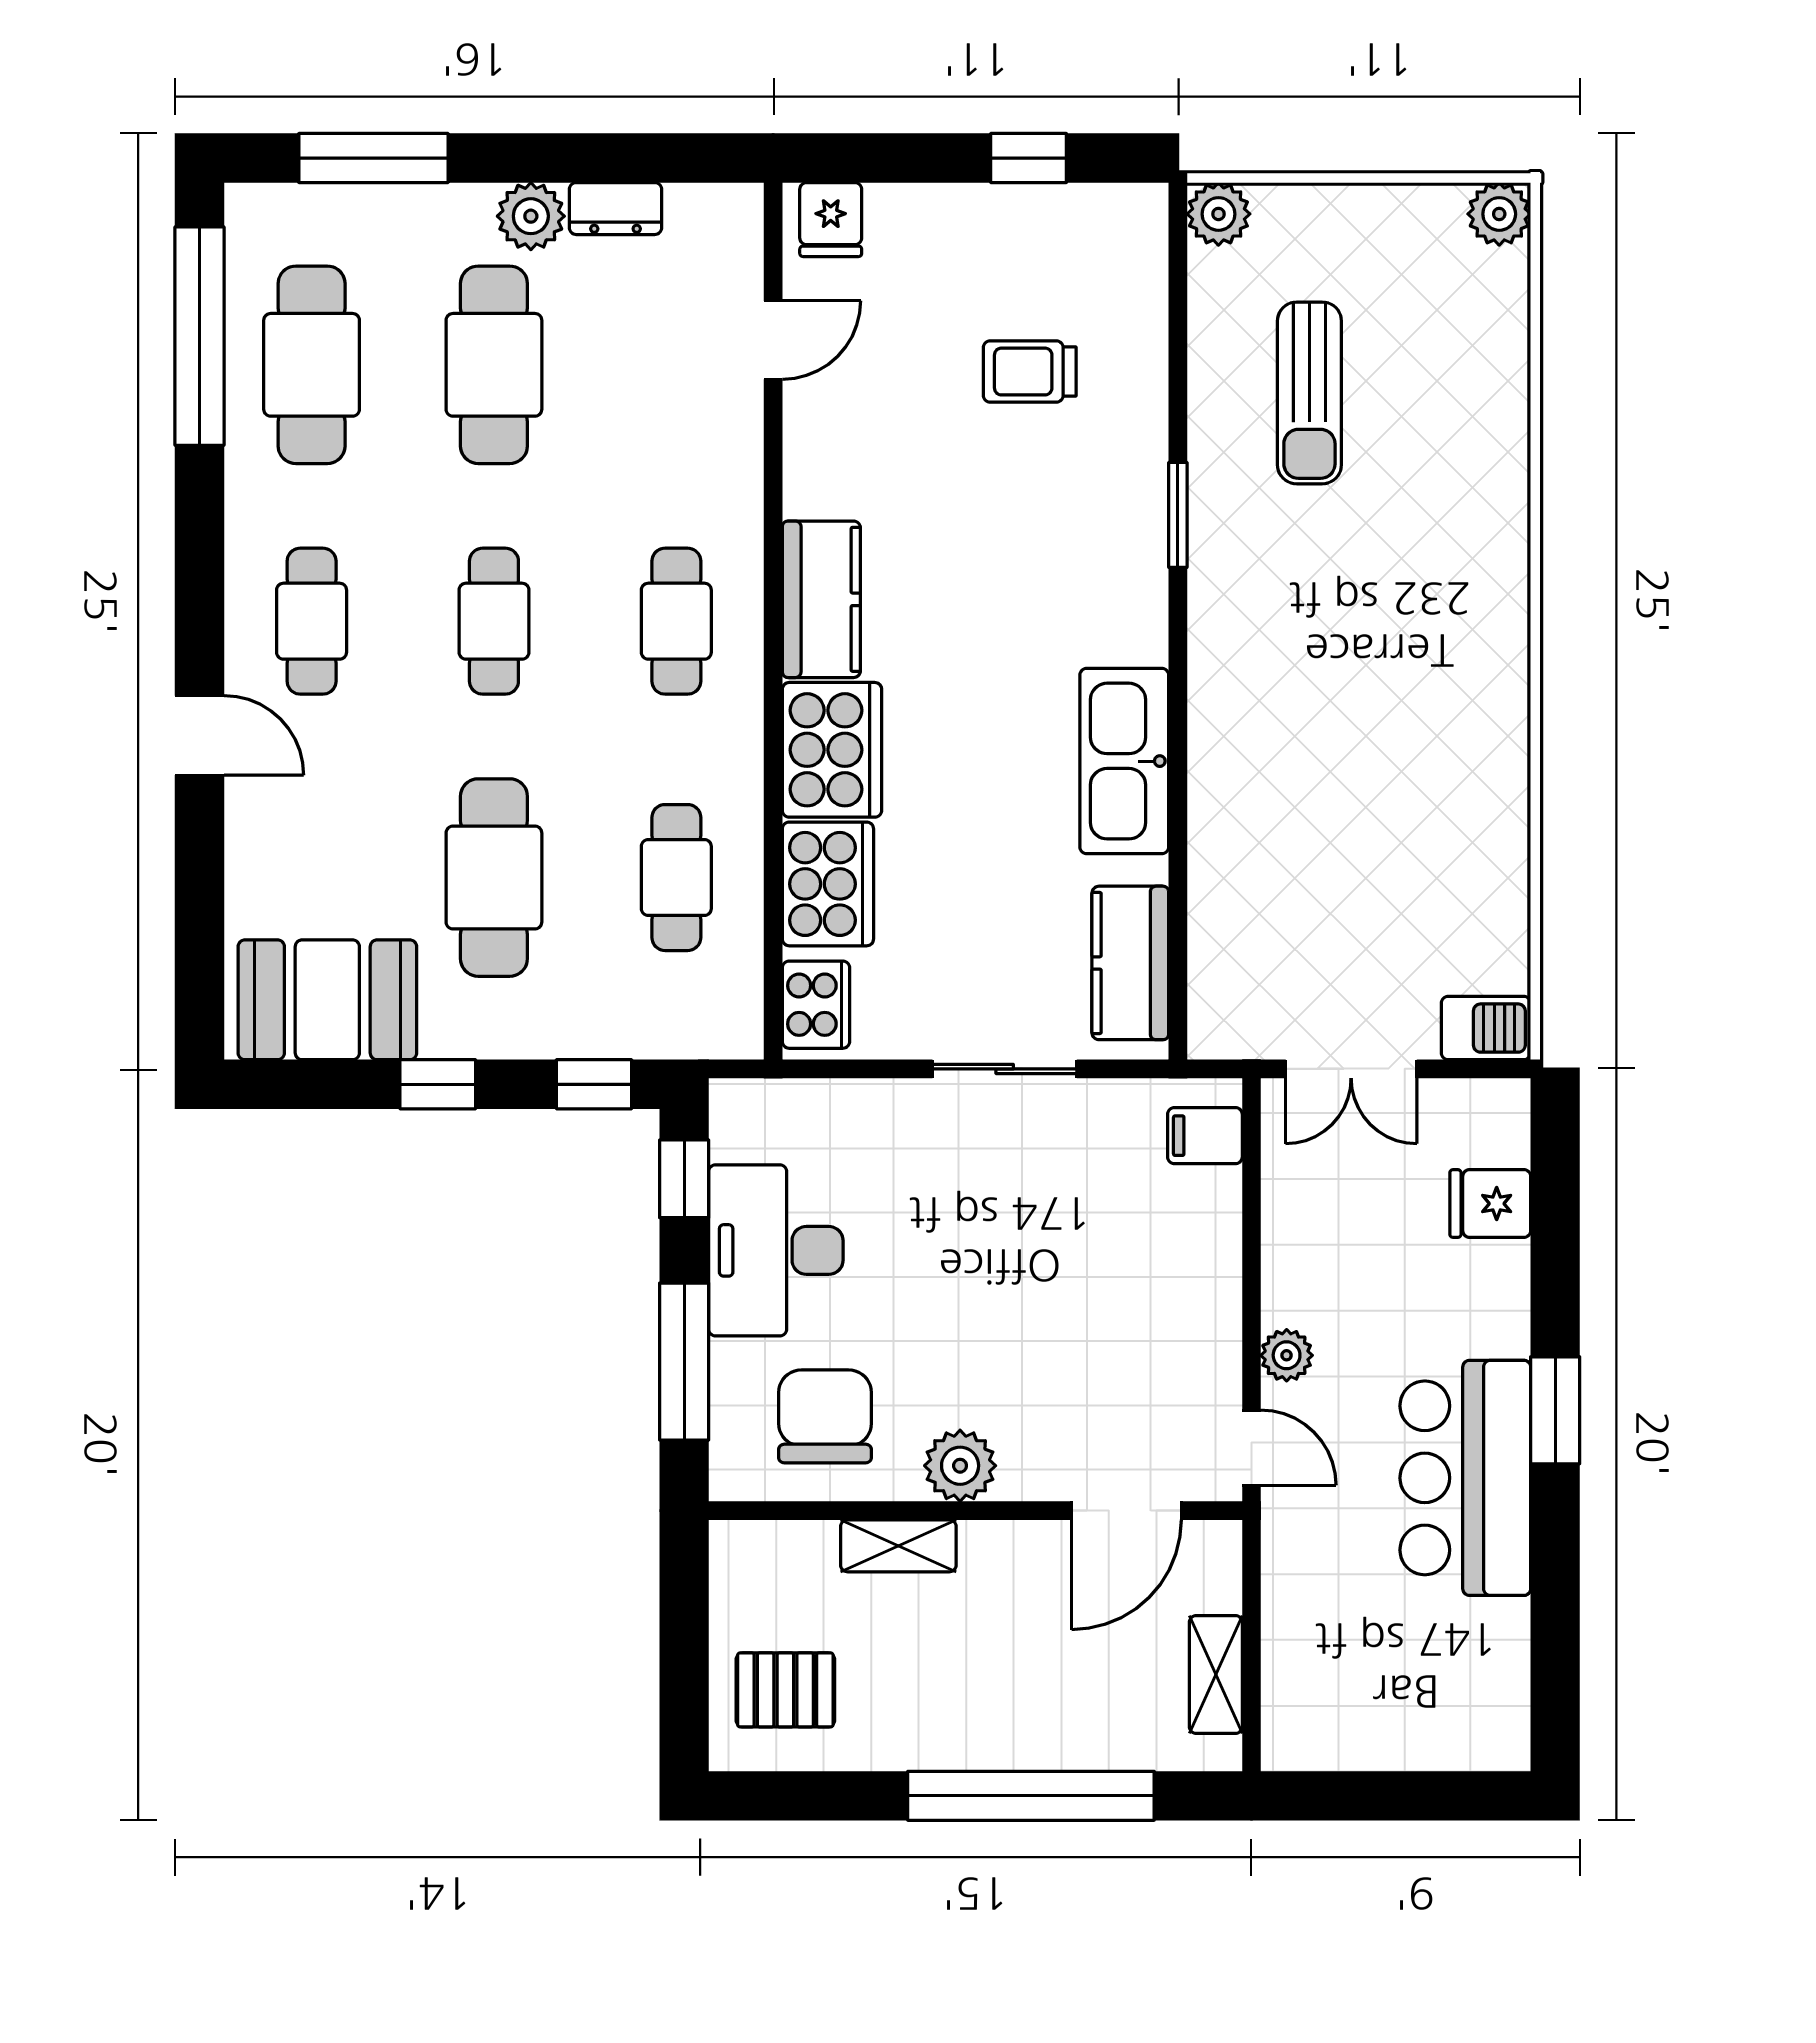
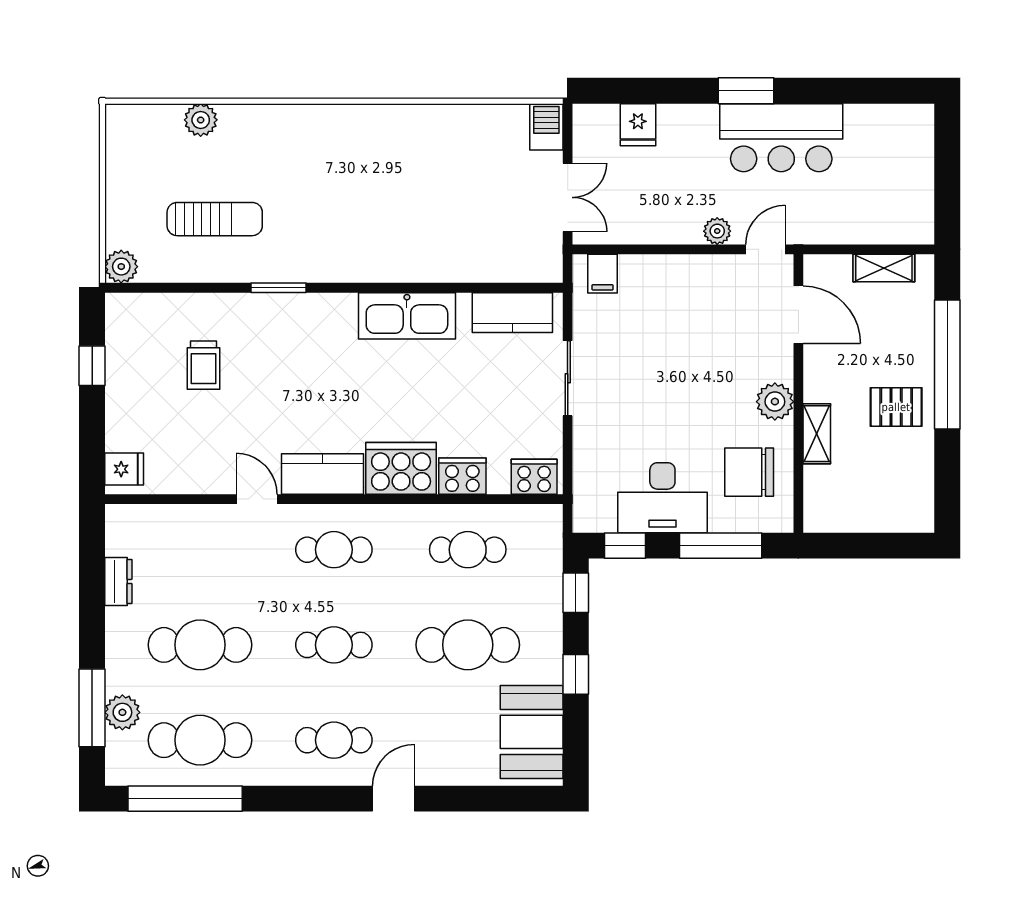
plant: (1499, 214) -> (201, 120), moved
plant: (531, 216) -> (122, 712), moved
door: (773, 340) -> (257, 499), moved
cooker: (828, 884) -> (462, 476), width x0.73, depth x0.76
pallet: (785, 1690) -> (896, 407), moved, turned 90

